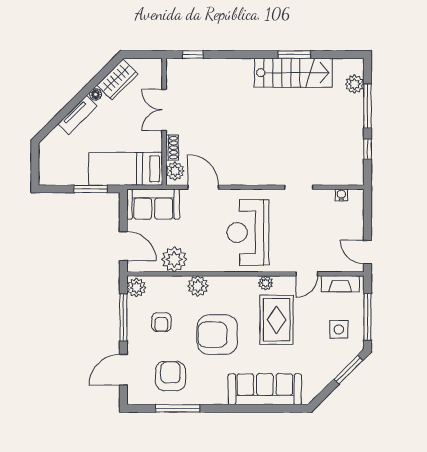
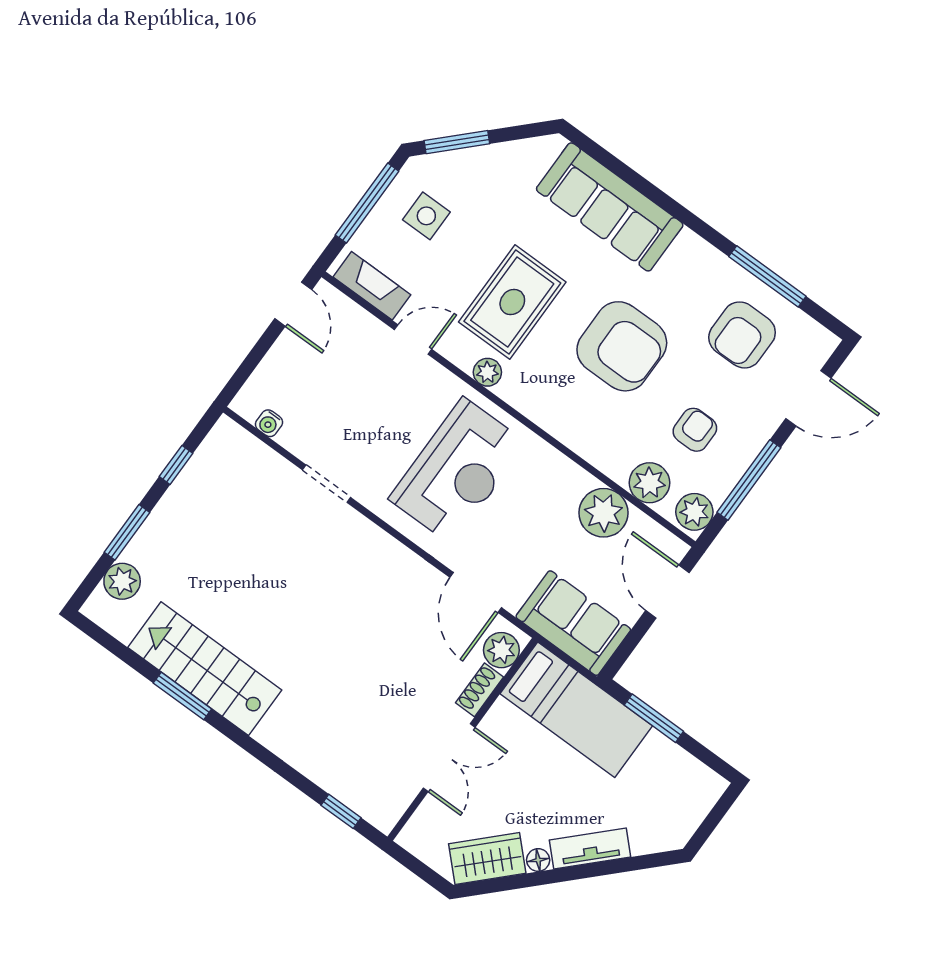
window: (367, 106) -> (127, 532), width x0.69
plant: (198, 286) -> (649, 483), moved

